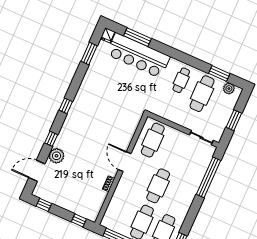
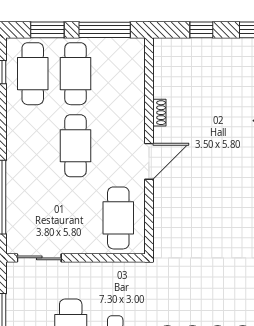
door: (125, 162) -> (149, 161), hinge flipped
window: (79, 220) -> (201, 30), moved

